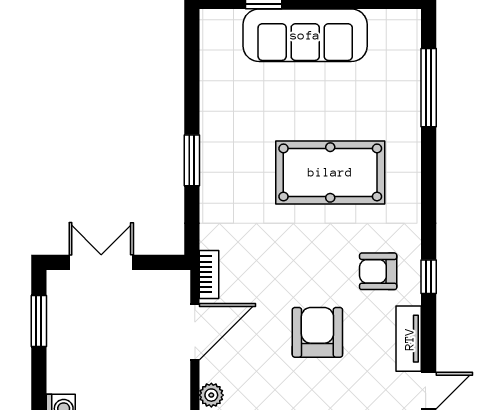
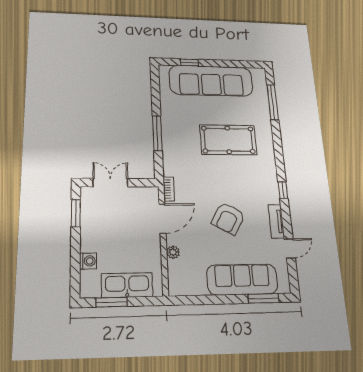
sofa: (305, 35) -> (211, 81), width x1.36, depth x1.27
window: (192, 160) -> (157, 133), width x1.44
armchair: (378, 271) -> (257, 188), removed
armchair: (317, 332) -> (228, 218), turned -151

